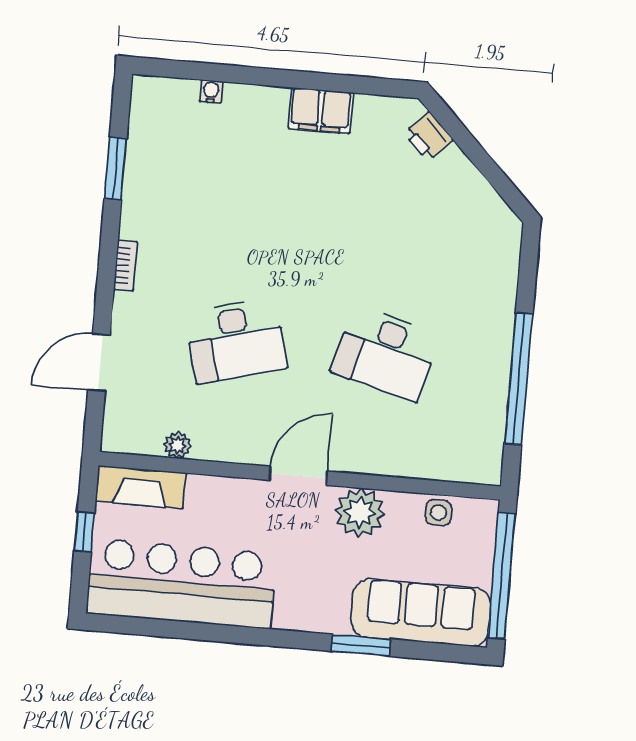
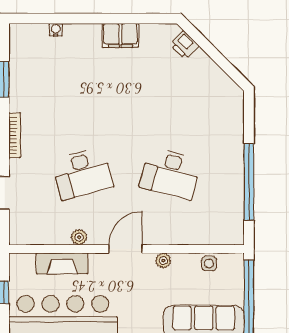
bookcase: (125, 266) -> (15, 135), width x1.56
plant: (178, 445) -> (79, 237), moved
fireplace: (141, 487) -> (62, 263), moved
plant: (360, 513) -> (163, 261), width x0.53, depth x0.53

